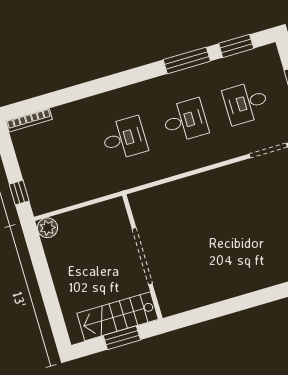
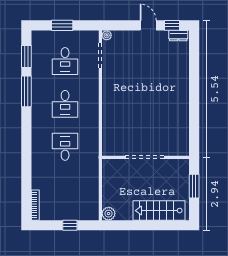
desk: (185, 121) -> (65, 104), turned 180
window: (19, 193) -> (70, 225), moved
stairs: (118, 316) -> (159, 211), moved, turned 90

